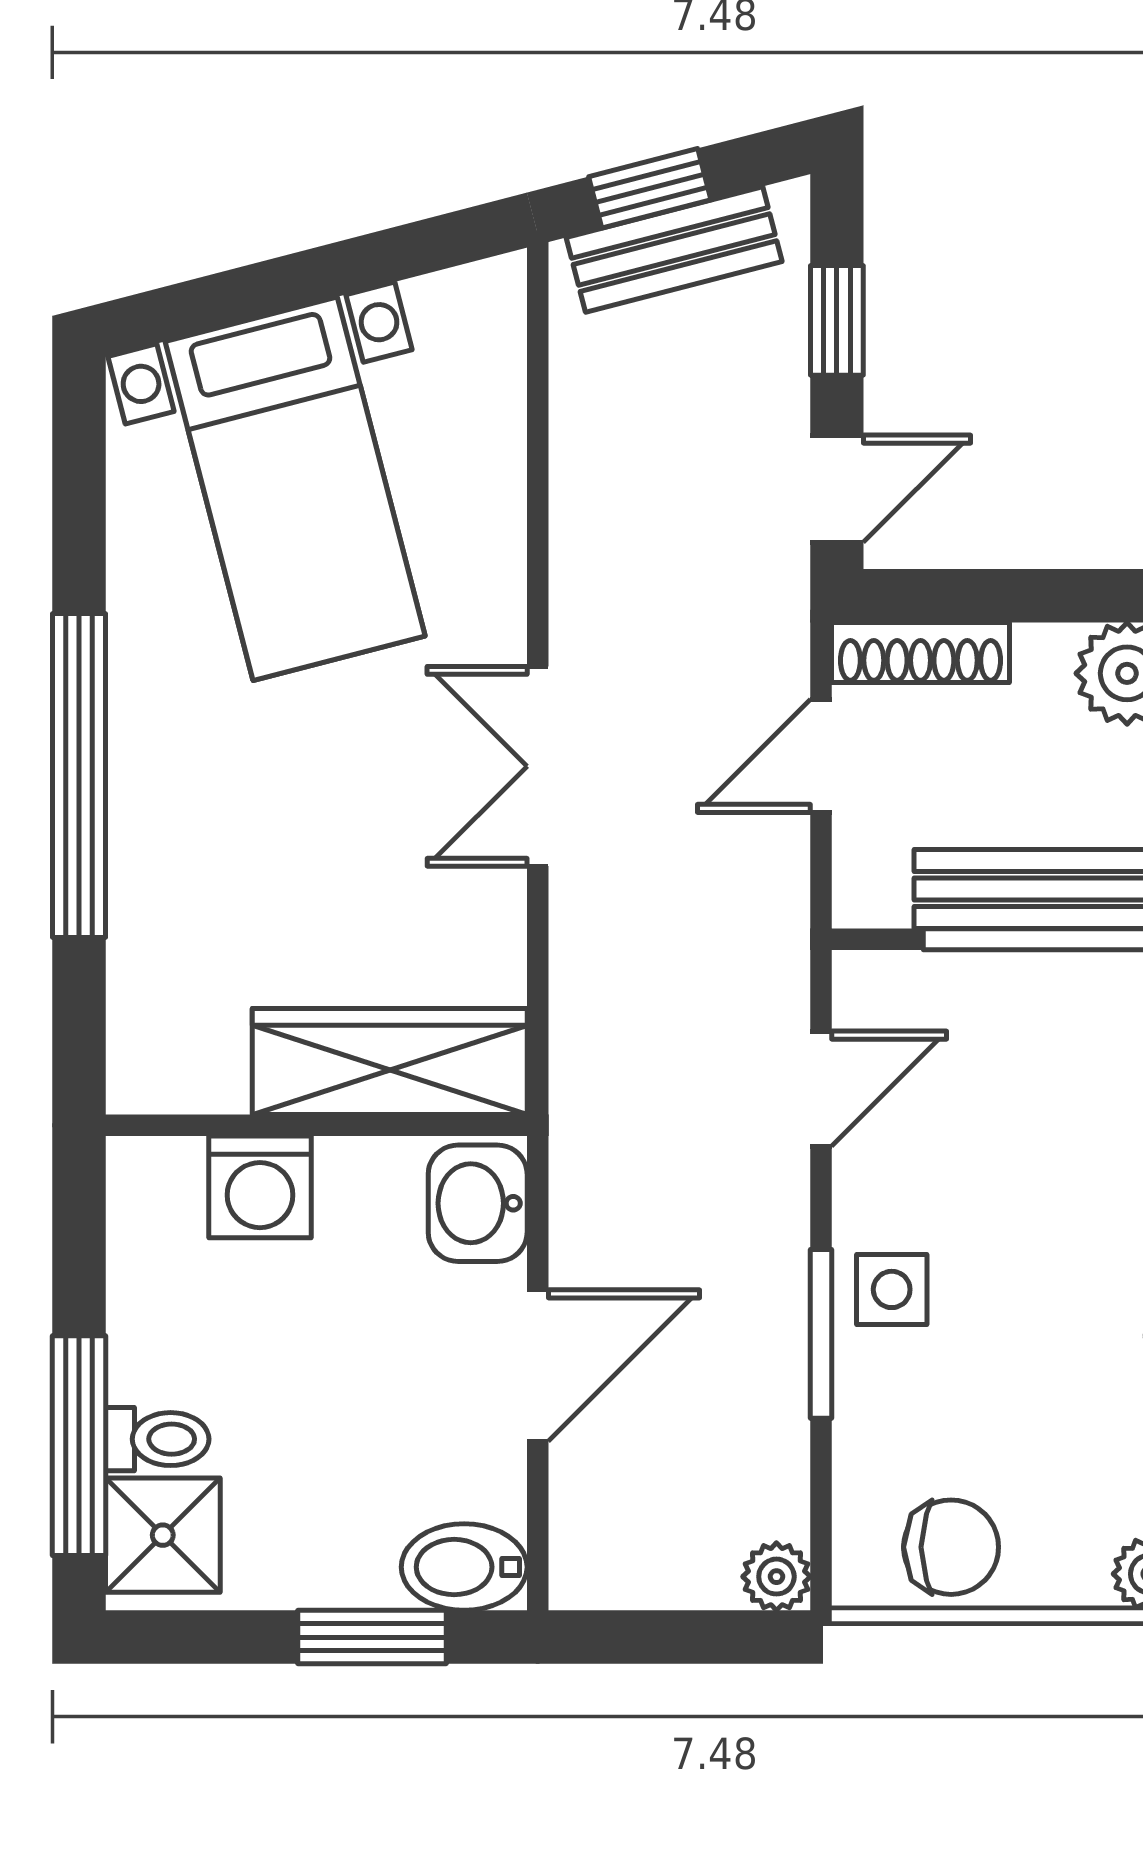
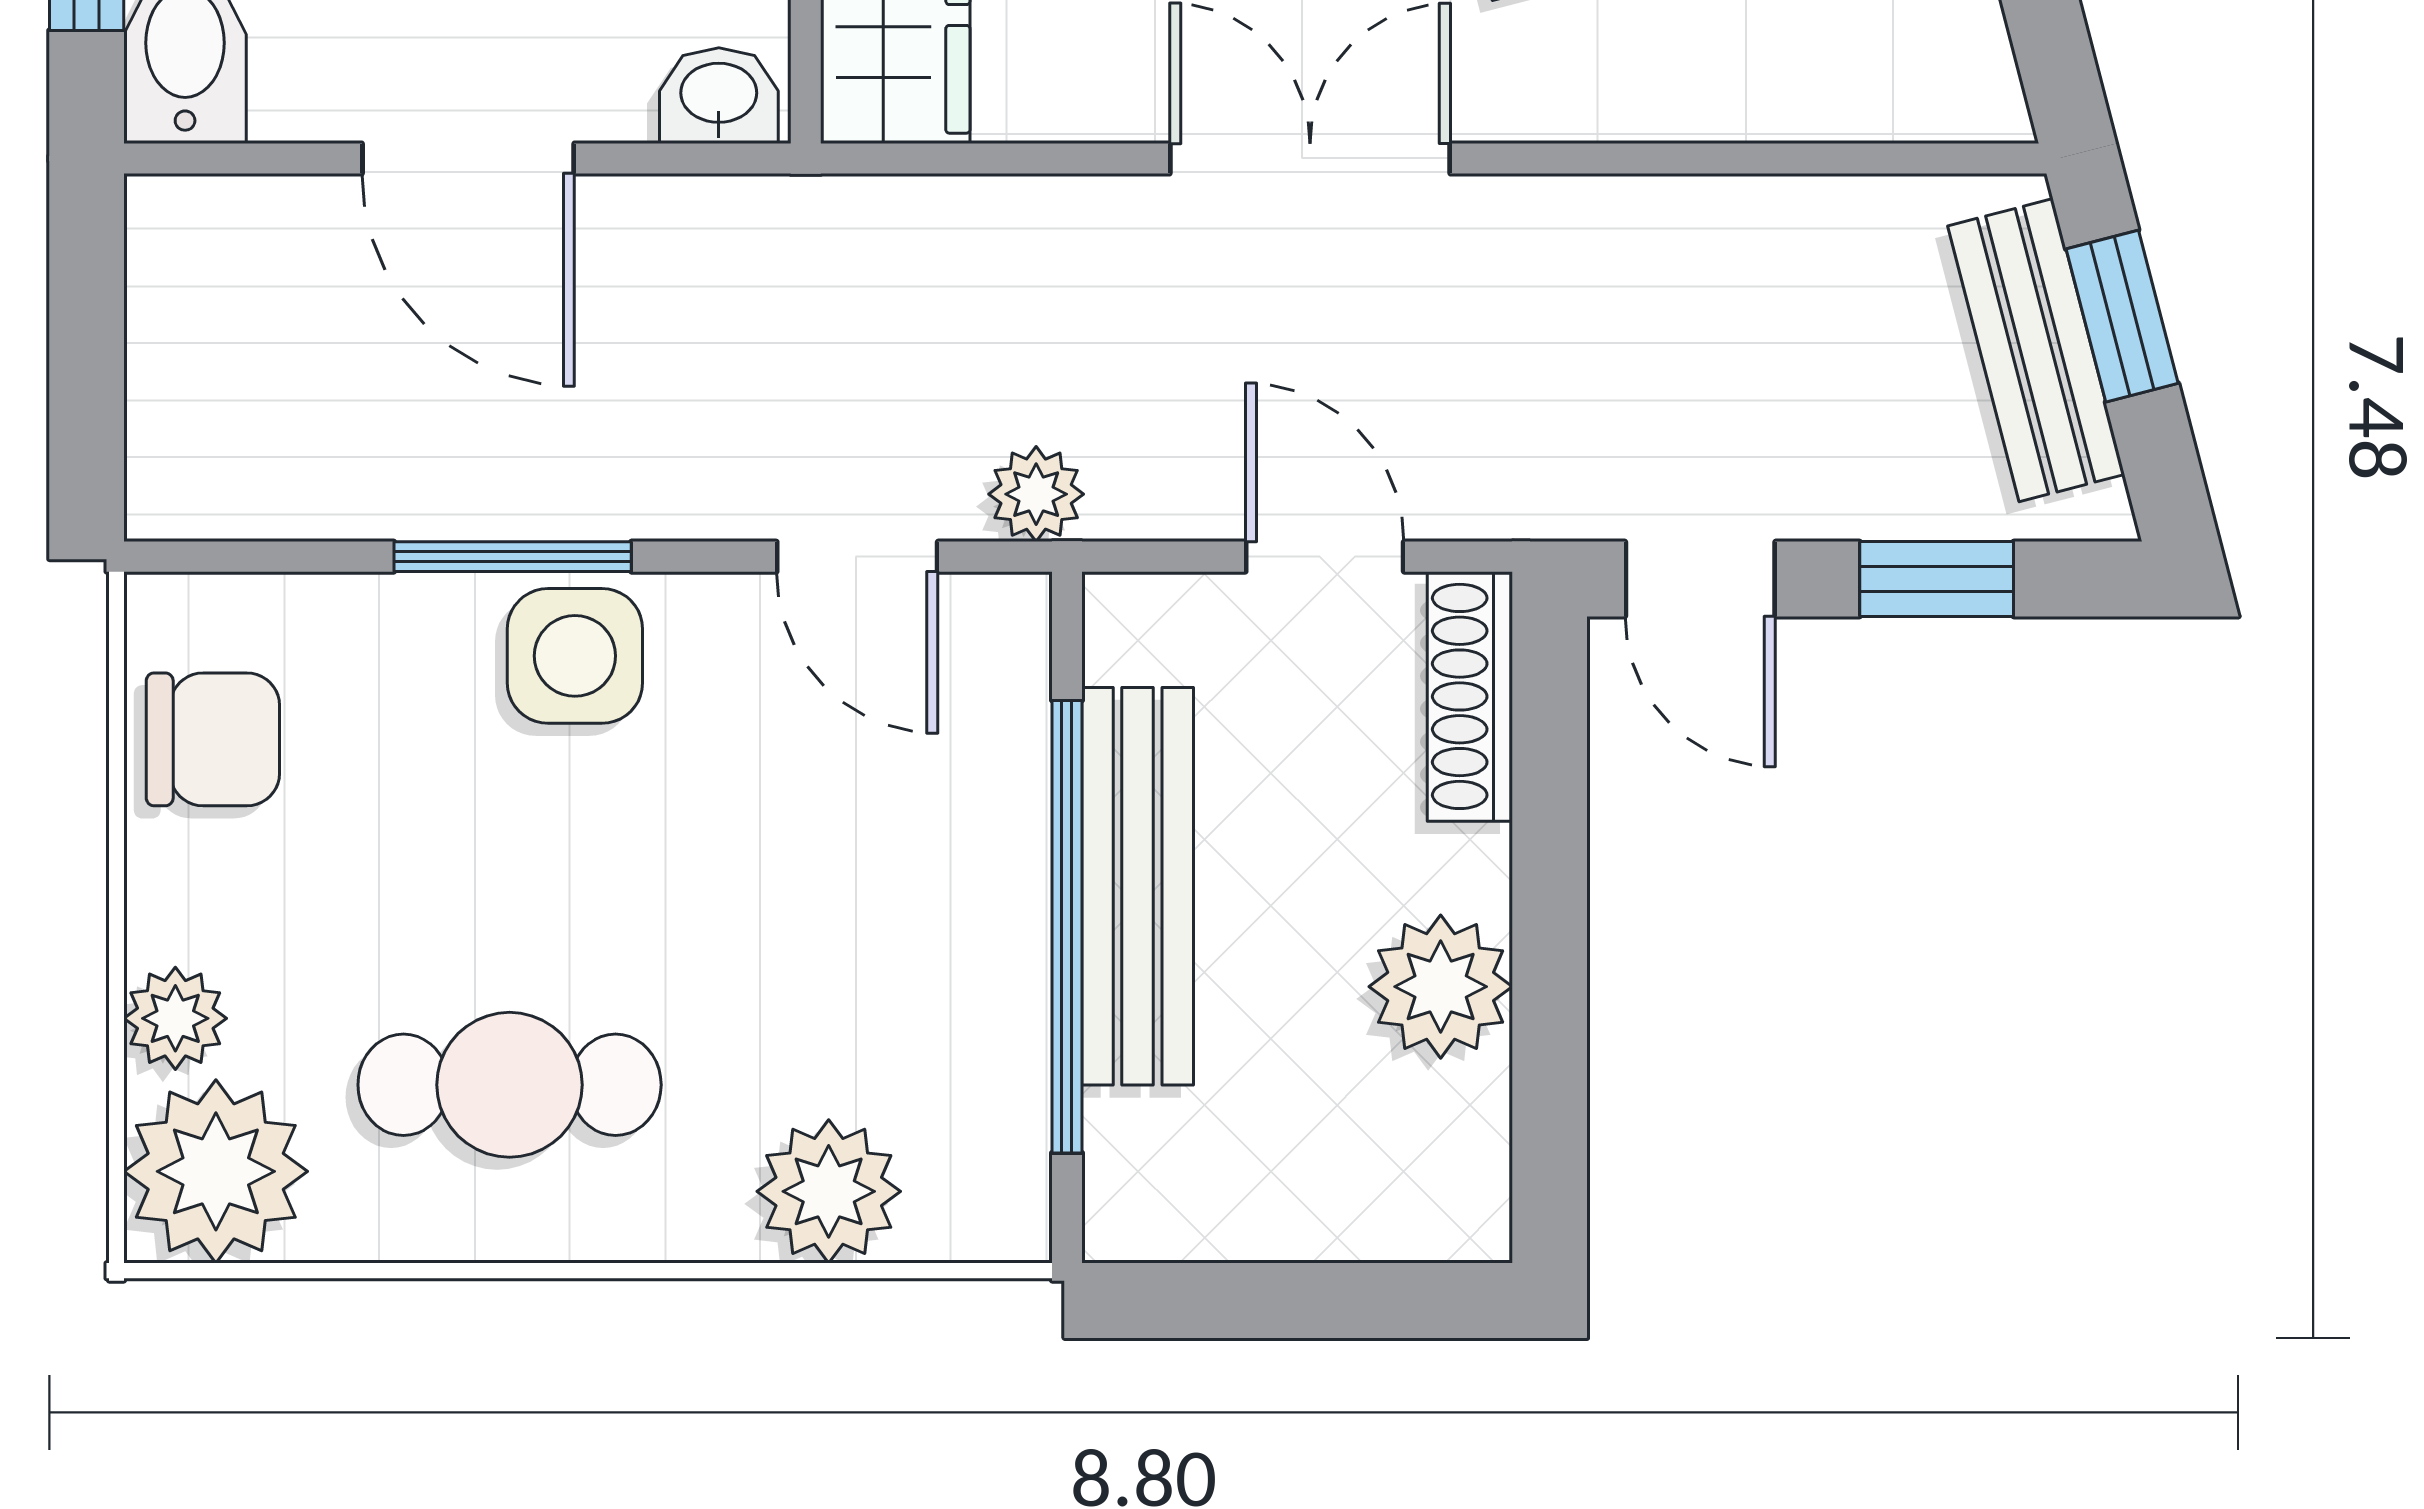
washbasin: (478, 1203) -> (719, 96), width x0.72, depth x0.69
side table: (892, 1289) -> (575, 656), width x1.37, depth x1.37
chair: (951, 1547) -> (213, 739), turned -90
plant: (776, 1577) -> (1036, 494), moved

